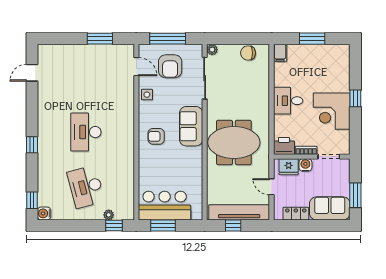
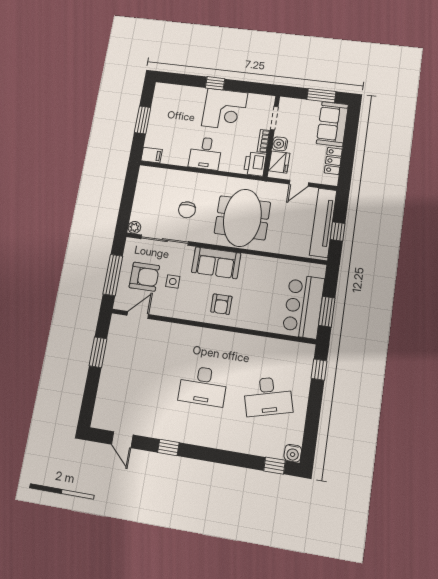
chair: (248, 53) -> (187, 210), moved
side table: (147, 95) -> (173, 281), moved
window: (32, 145) -> (168, 448), moved
plant: (109, 215) -> (305, 374), removed

